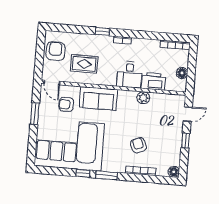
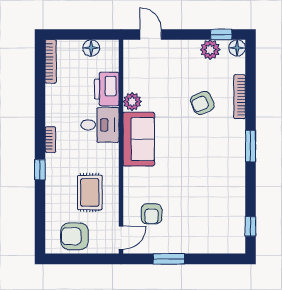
sofa: (98, 98) -> (139, 139), moved
window: (186, 141) -> (221, 34), moved
corner sofa: (69, 145) -> (210, 204), removed
plant: (174, 154) -> (210, 50), added
window: (83, 173) -> (250, 226), moved

